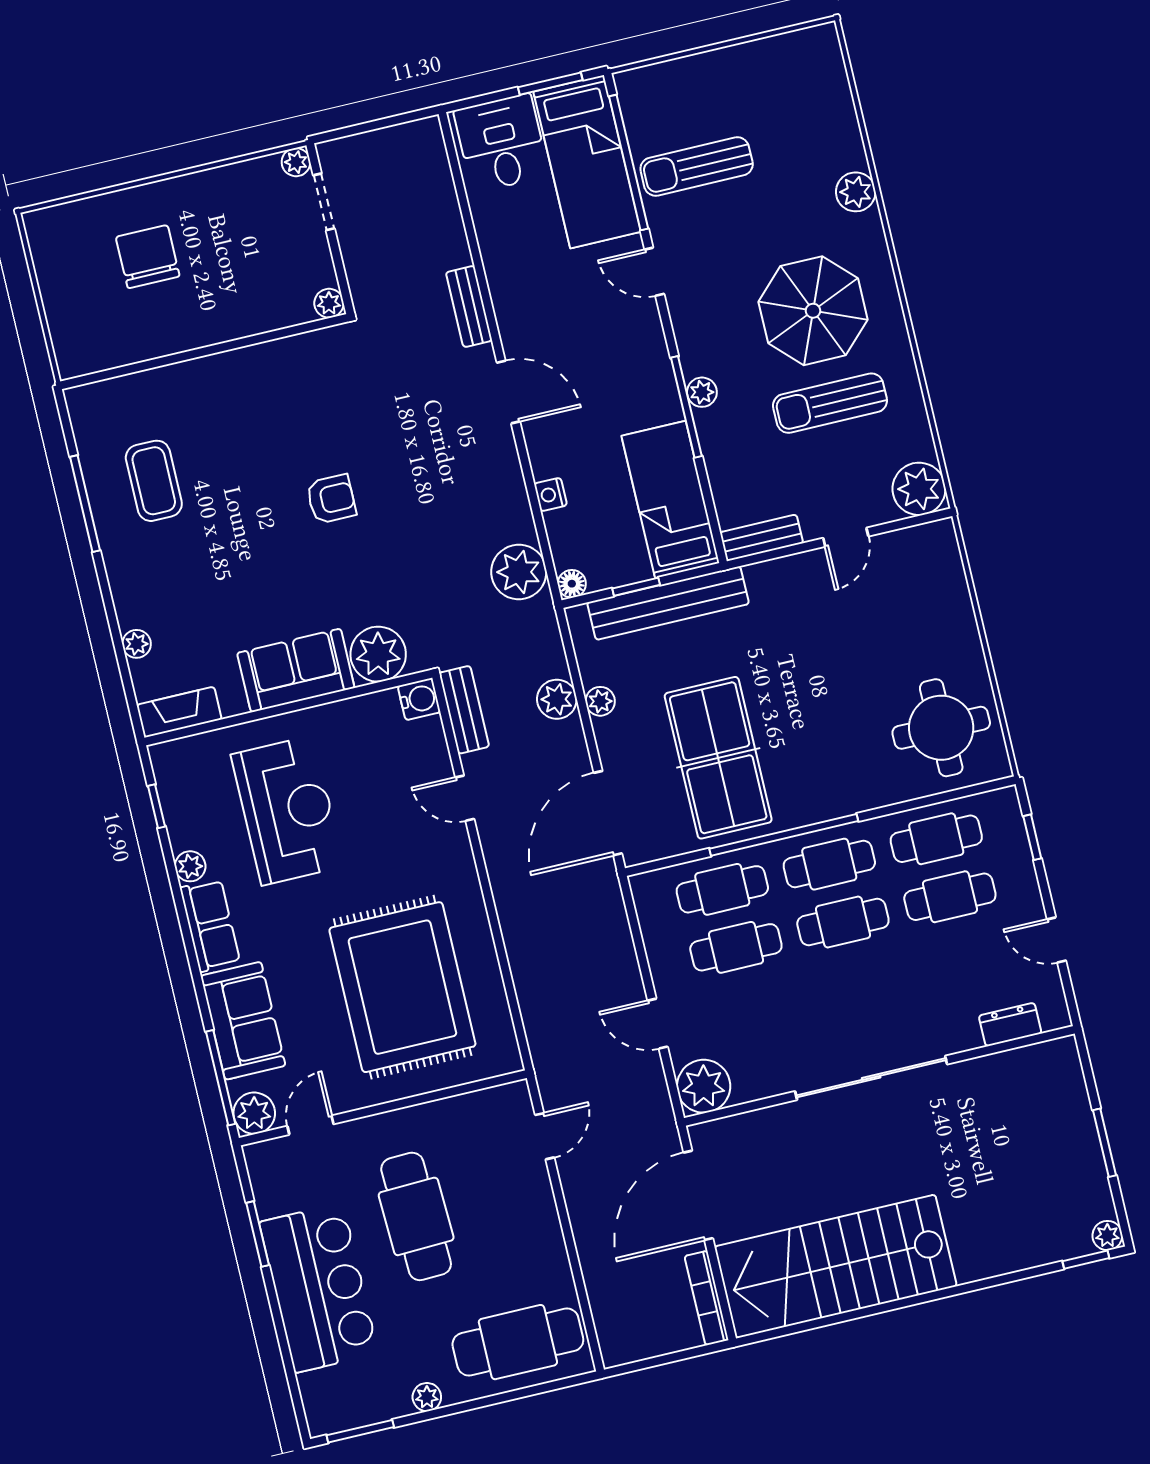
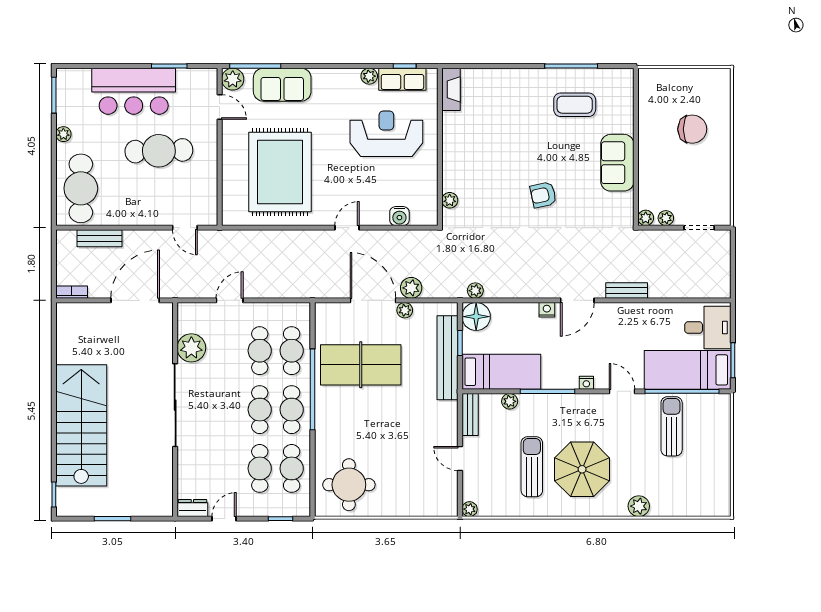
plant: (296, 162) -> (666, 218), moved
door: (654, 272) -> (622, 391), hinge flipped
nightstand: (654, 340) -> (586, 383), added
plant: (702, 392) -> (510, 401), moved
plant: (919, 489) -> (470, 509), width x0.53, depth x0.53
nightstand: (550, 495) -> (547, 310), moved
armchair: (331, 499) -> (543, 195), turned 78
plant: (519, 572) -> (475, 291), width x0.53, depth x0.53
floor lamp: (572, 584) -> (476, 317), width x1.89, depth x1.89
plant: (137, 644) -> (492, 76), removed
plant: (378, 654) -> (450, 200), width x0.53, depth x0.53
sofa: (296, 670) -> (617, 163), moved, turned 180
water cooler: (419, 699) -> (399, 216), moved
bench: (464, 710) -> (99, 238), moved
door: (465, 798) -> (347, 228), moved
reception desk: (287, 810) -> (386, 134), turned 180
door: (608, 813) -> (373, 300), moved
row of seats: (210, 925) -> (402, 79), moved
rug: (402, 987) -> (280, 172), turned 90
dresser: (1010, 1025) -> (192, 508), moved, turned -90
plant: (704, 1086) -> (191, 348), moved
door: (698, 1195) -> (135, 300), hinge flipped
plant: (1107, 1236) -> (64, 509), removed
stairs: (836, 1266) -> (81, 425), moved
bookcase: (706, 1298) -> (72, 292), width x0.64

